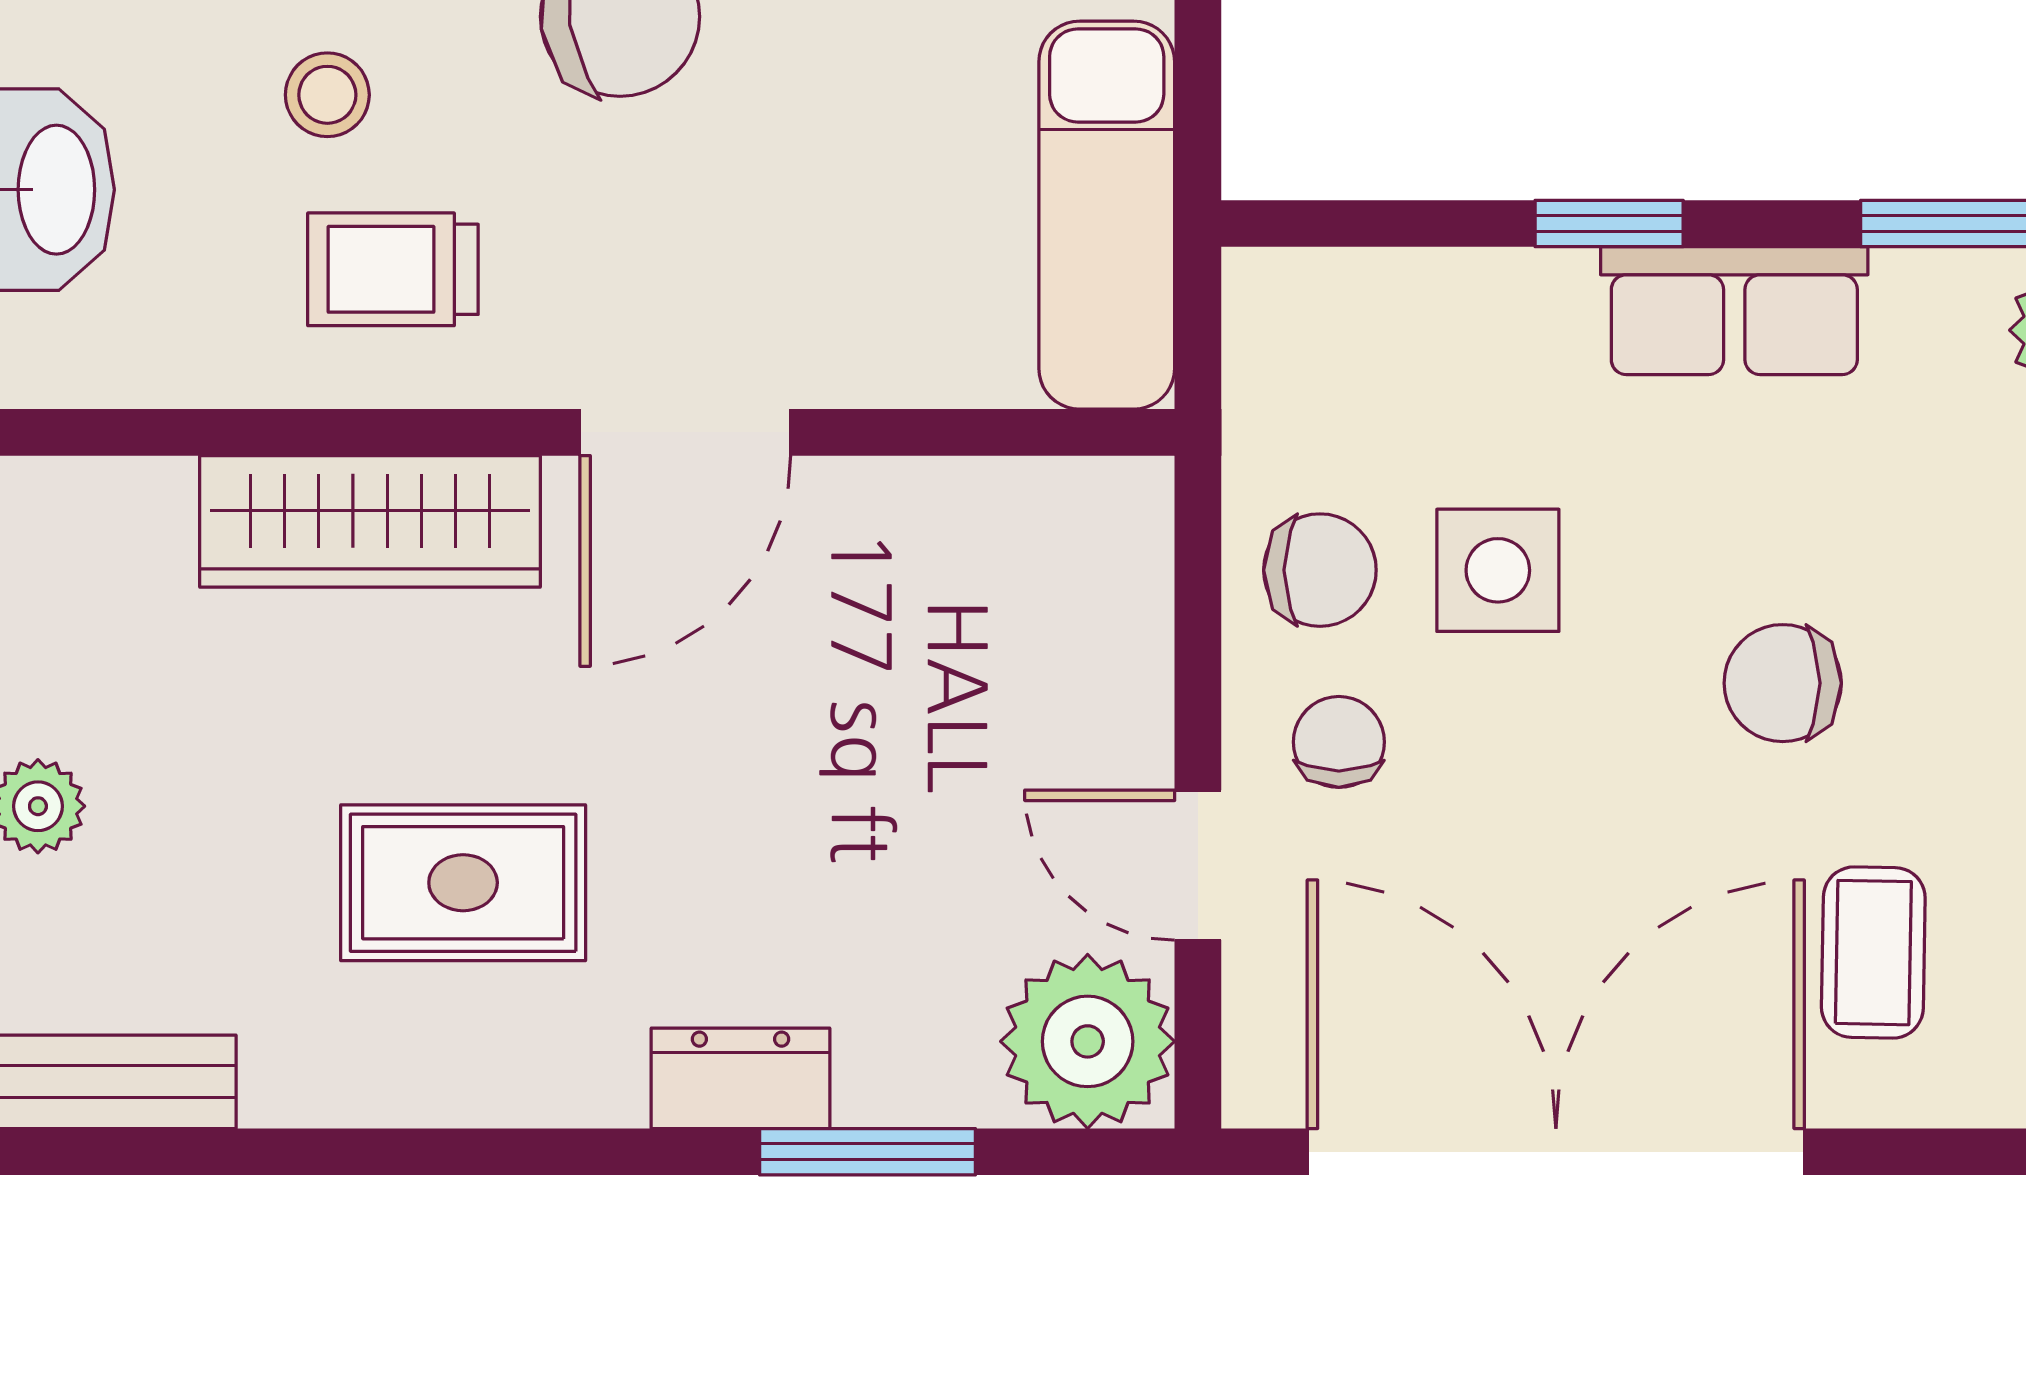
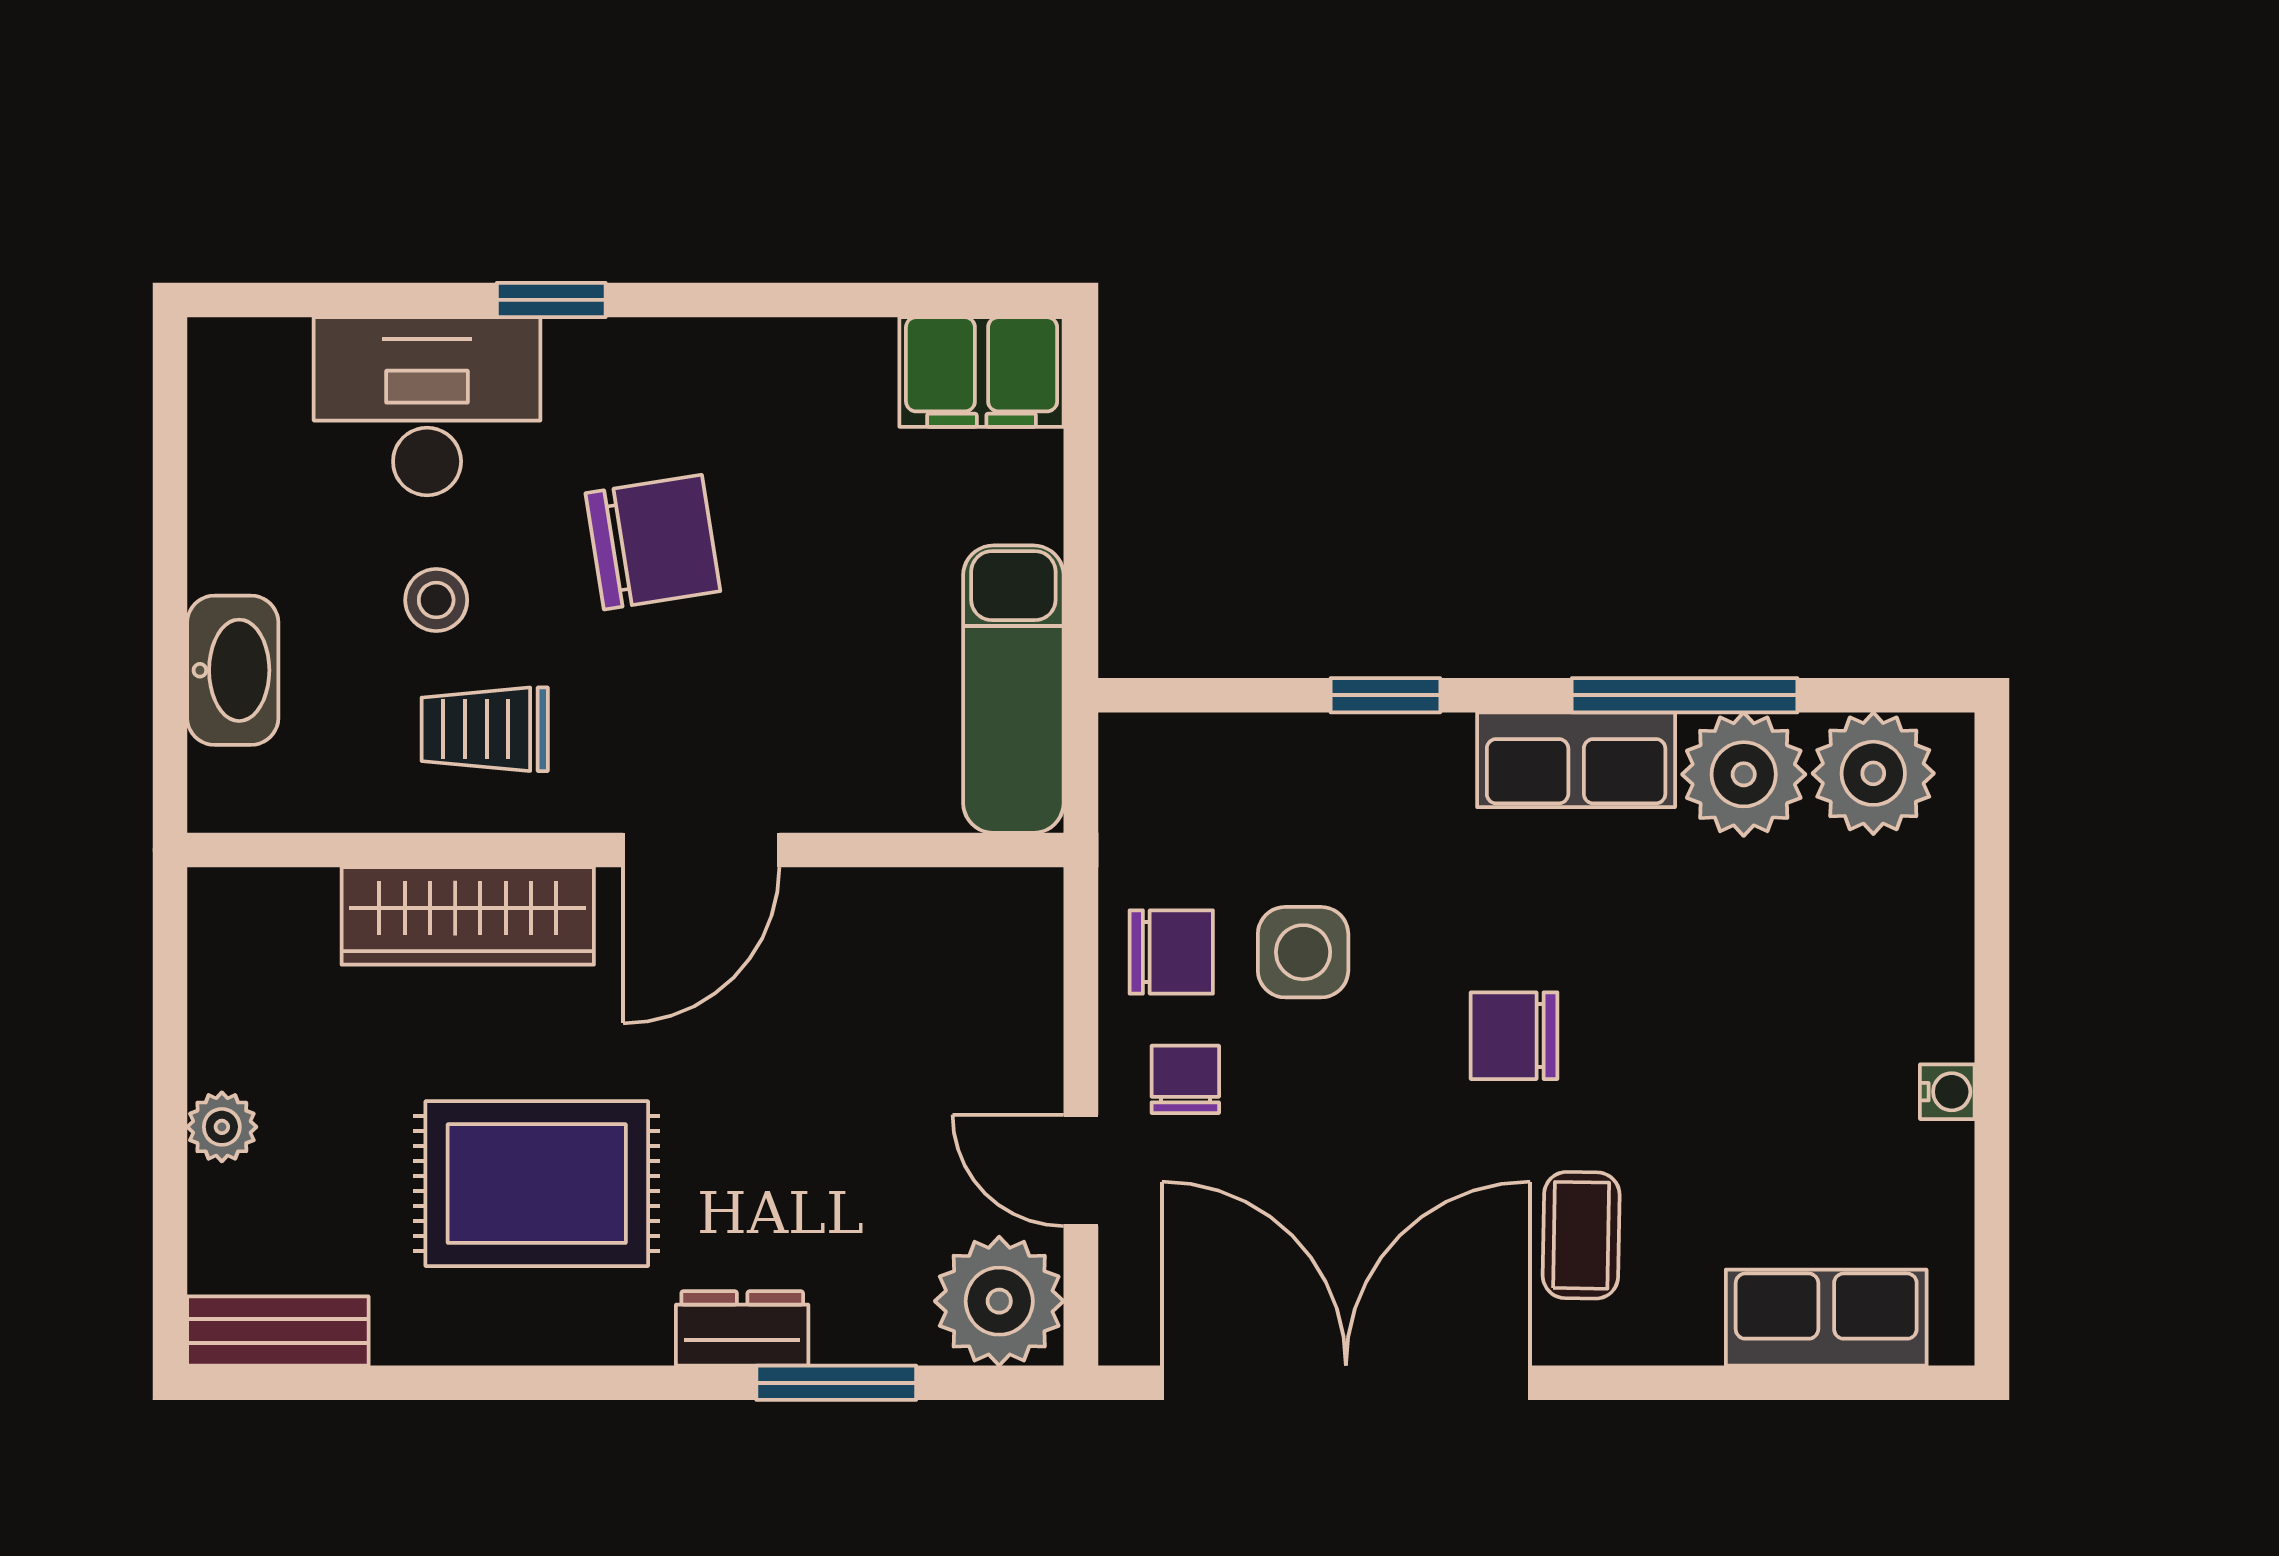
row of seats: (1734, 311) -> (1576, 760), moved
rug: (463, 883) -> (537, 1184), width x1.36, depth x1.43

